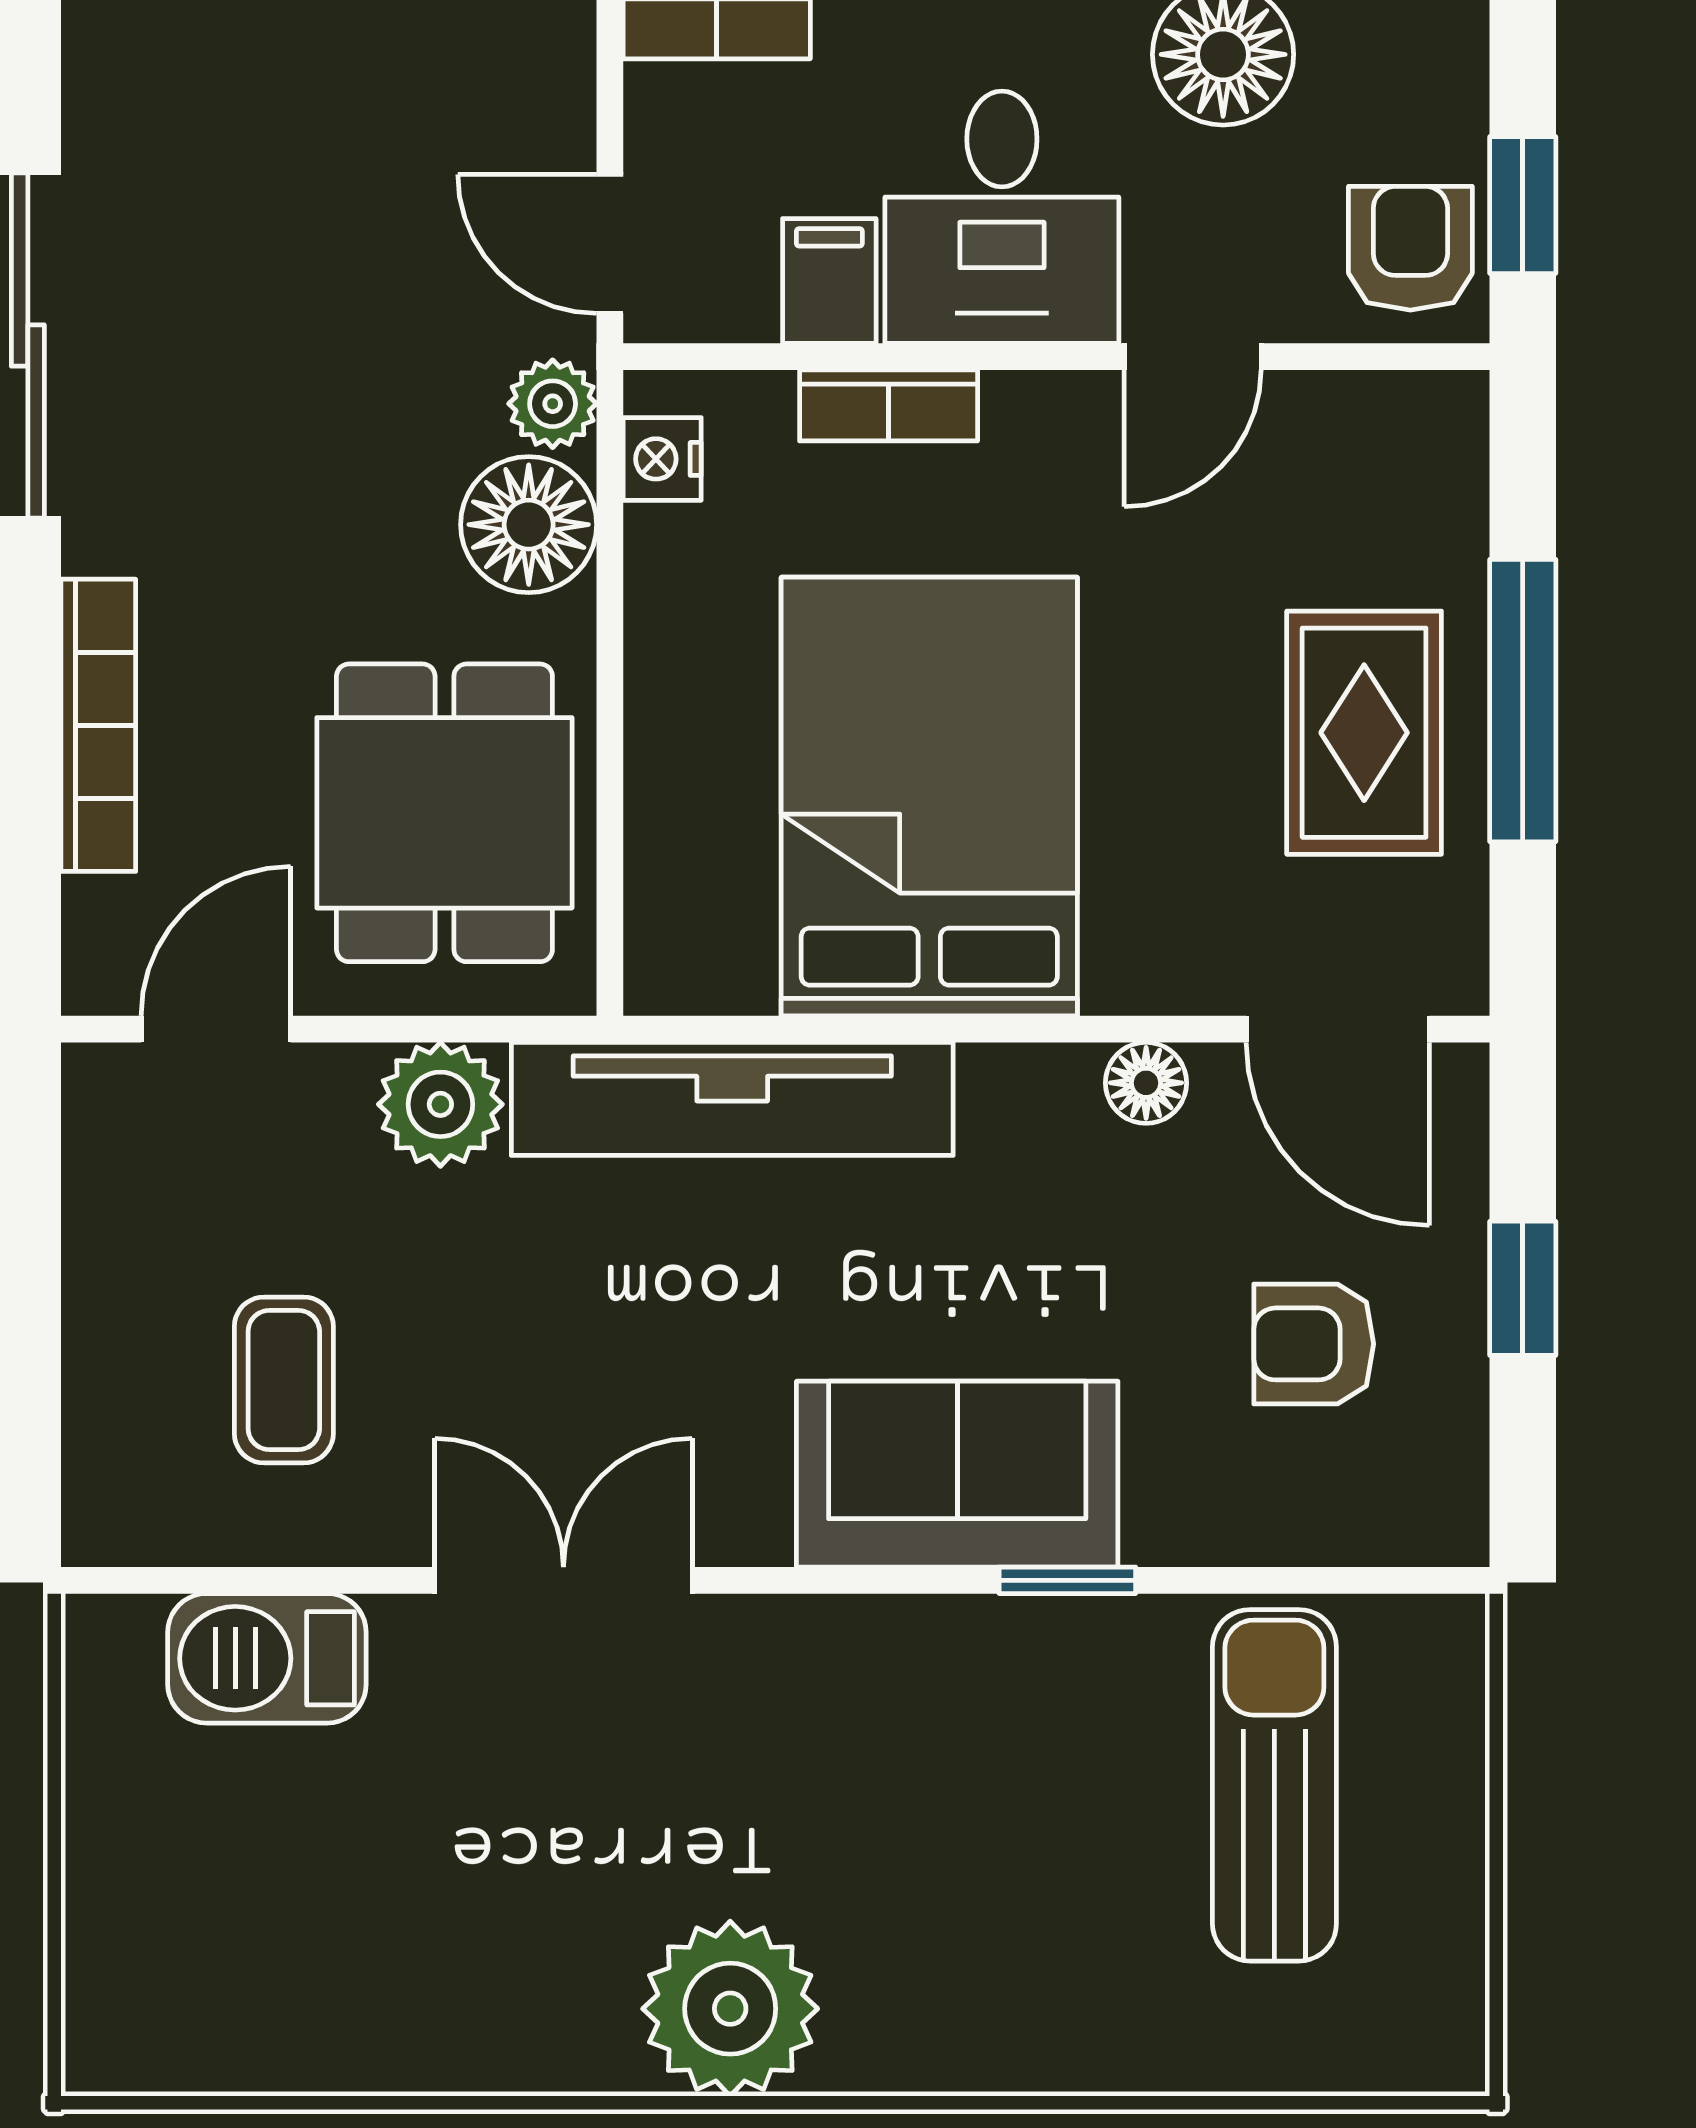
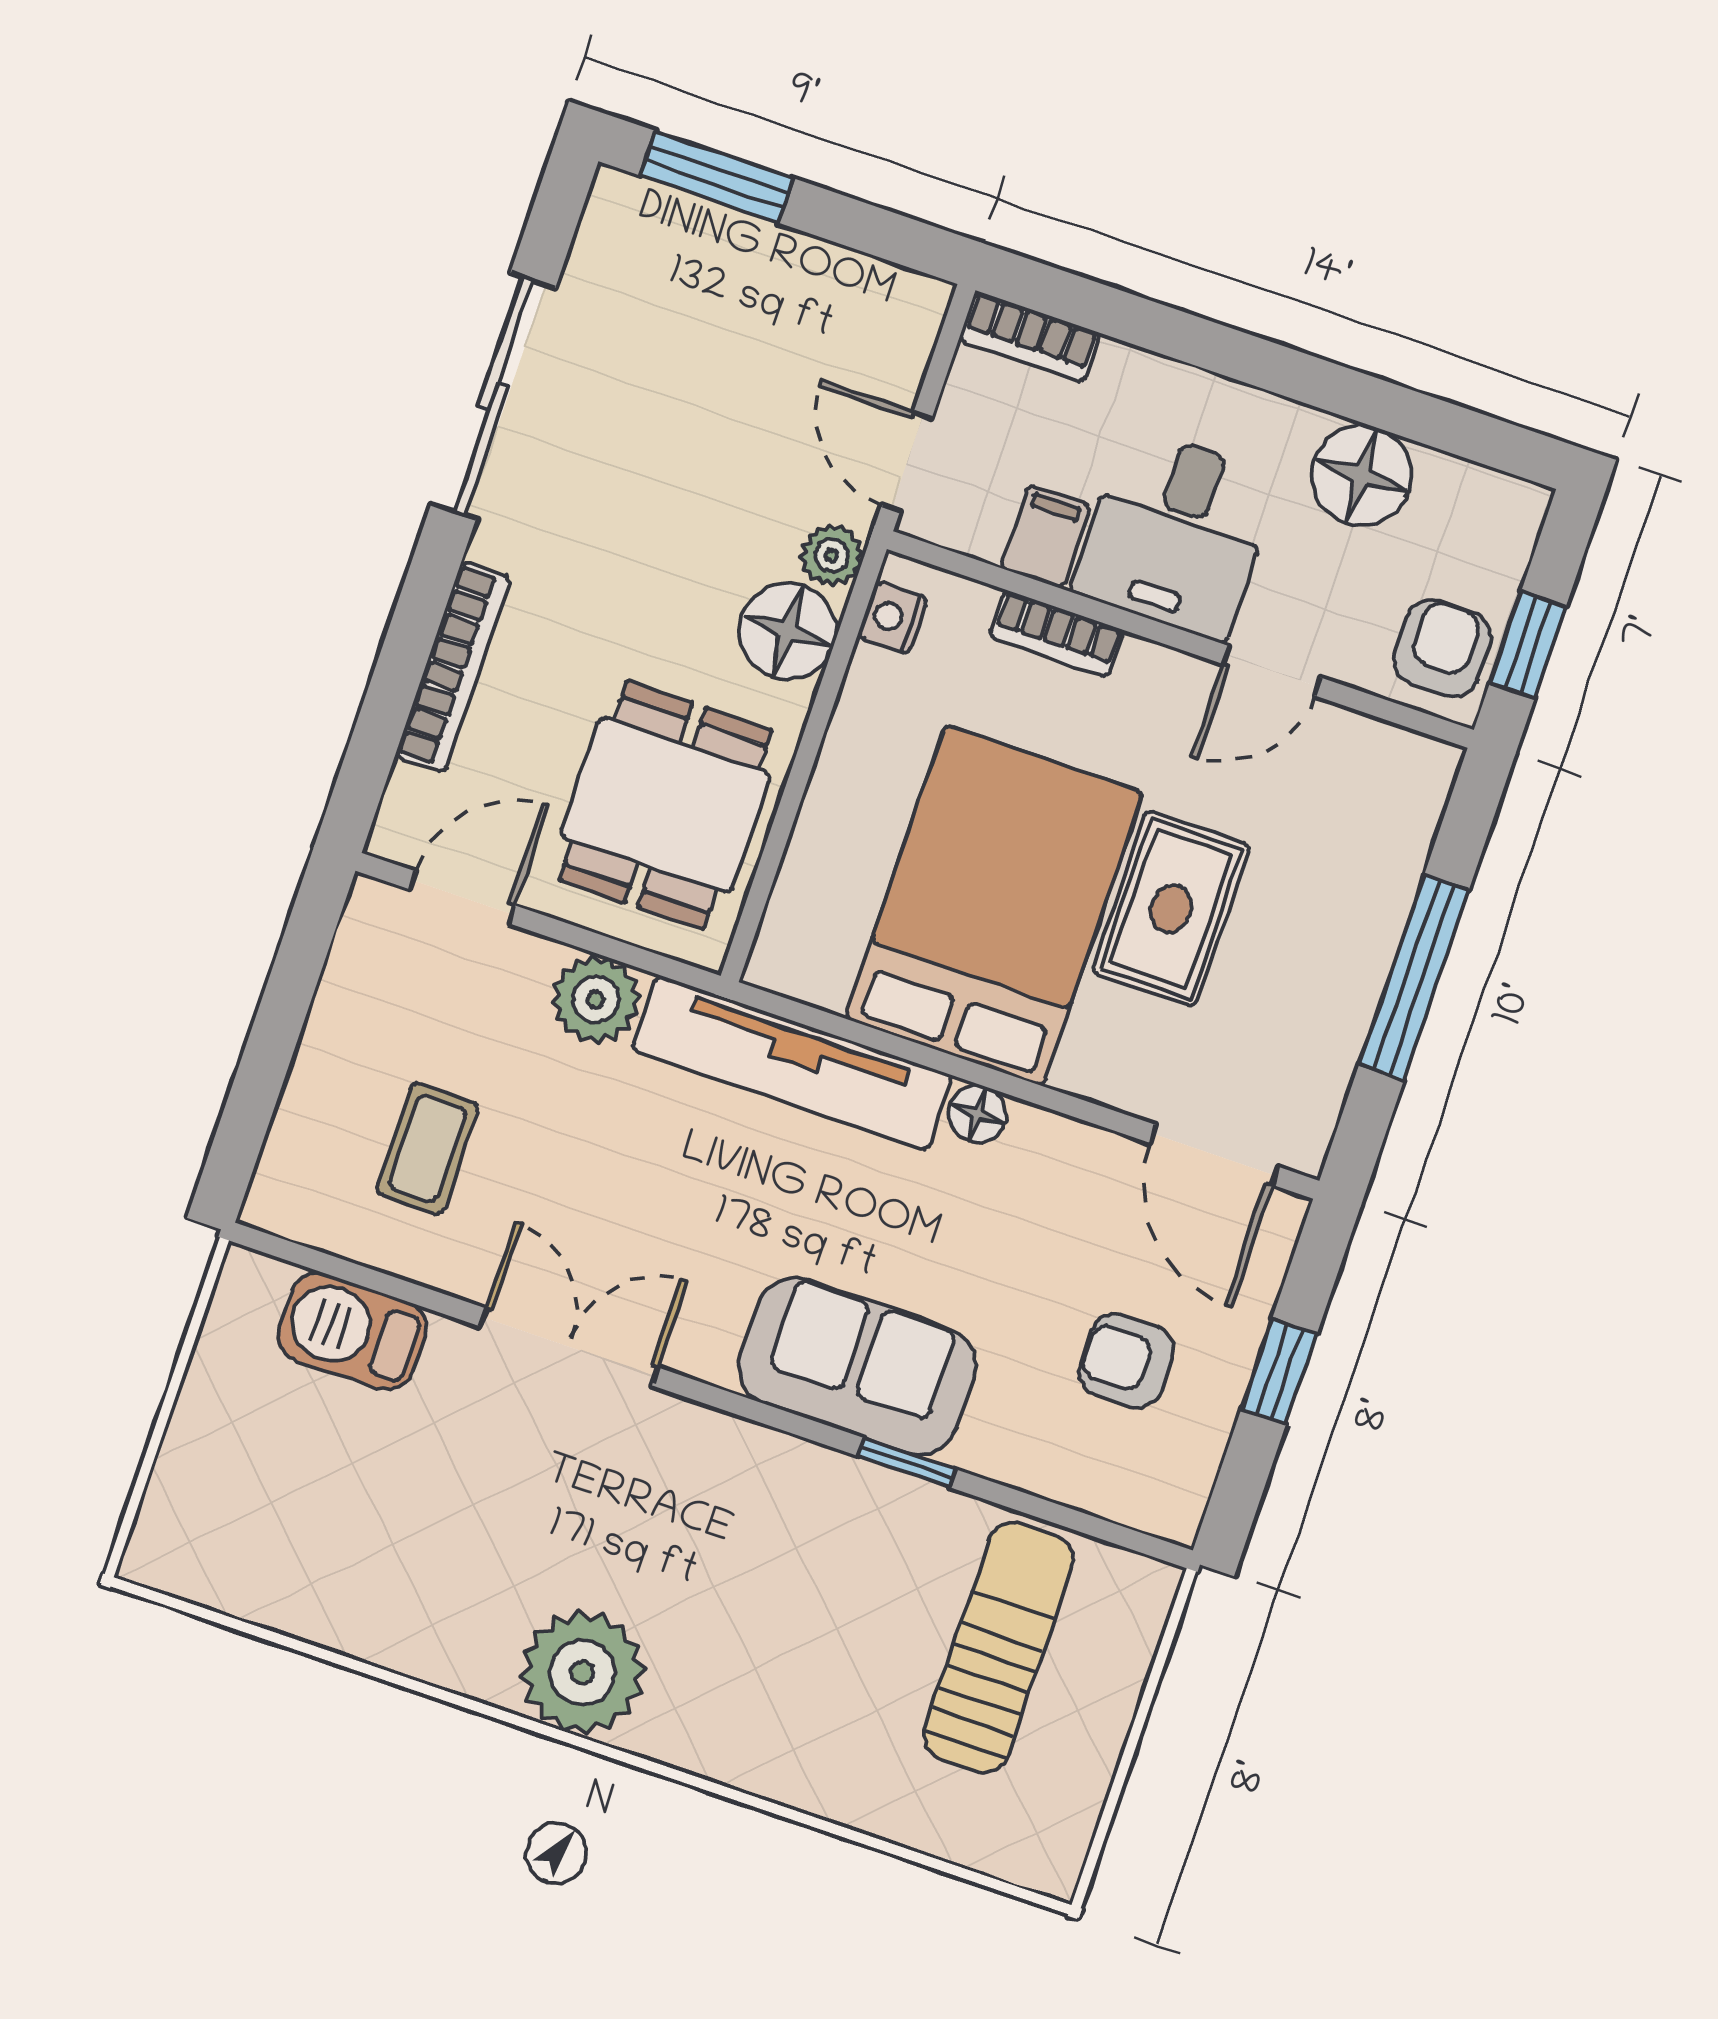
rug: (1364, 733) -> (1171, 909), moved
floor lamp: (1146, 1083) -> (978, 1114), moved

